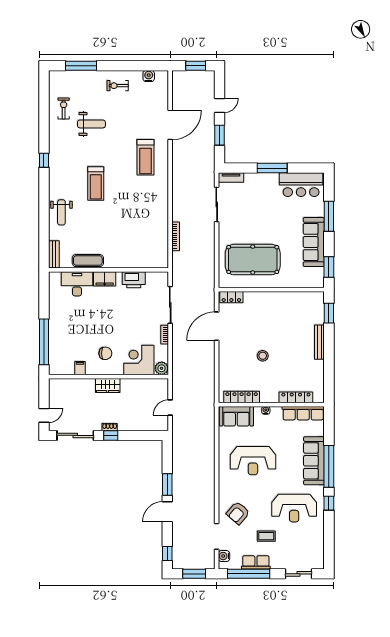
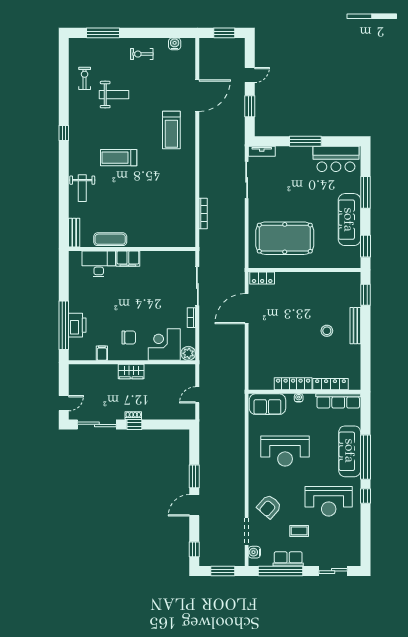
treadmill: (96, 183) -> (119, 158), turned 90
printer: (134, 280) -> (77, 325), moved, turned -90
stool: (263, 356) -> (327, 331), moved
locker: (242, 397) -> (293, 384), moved

